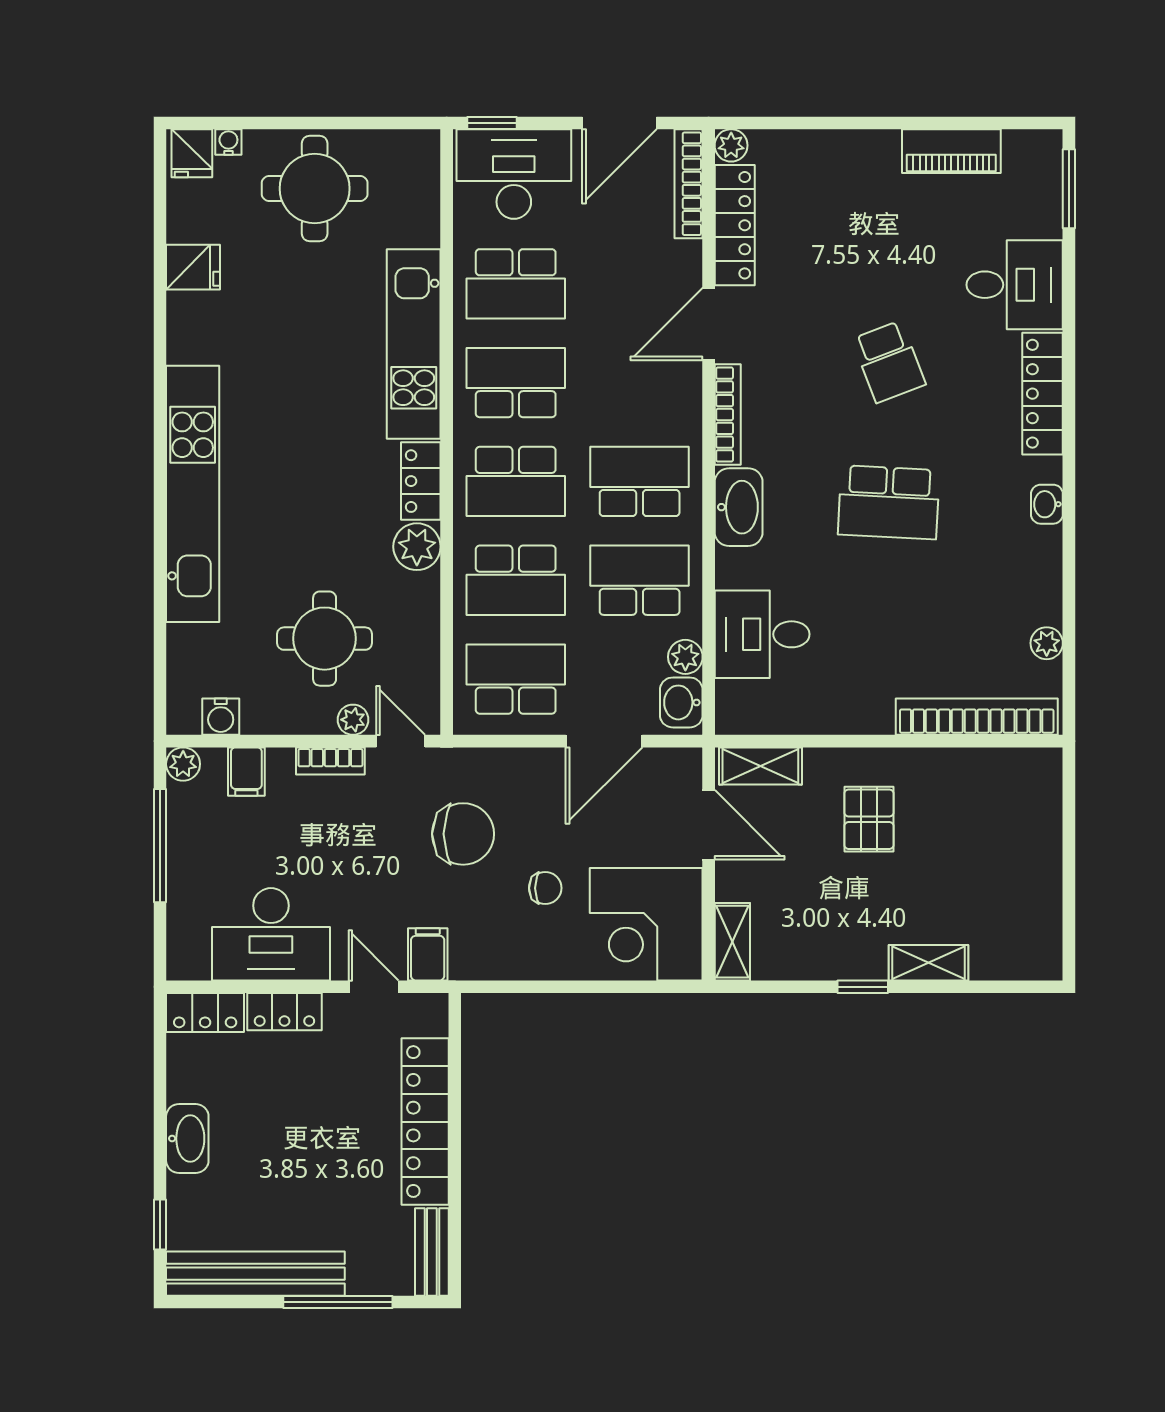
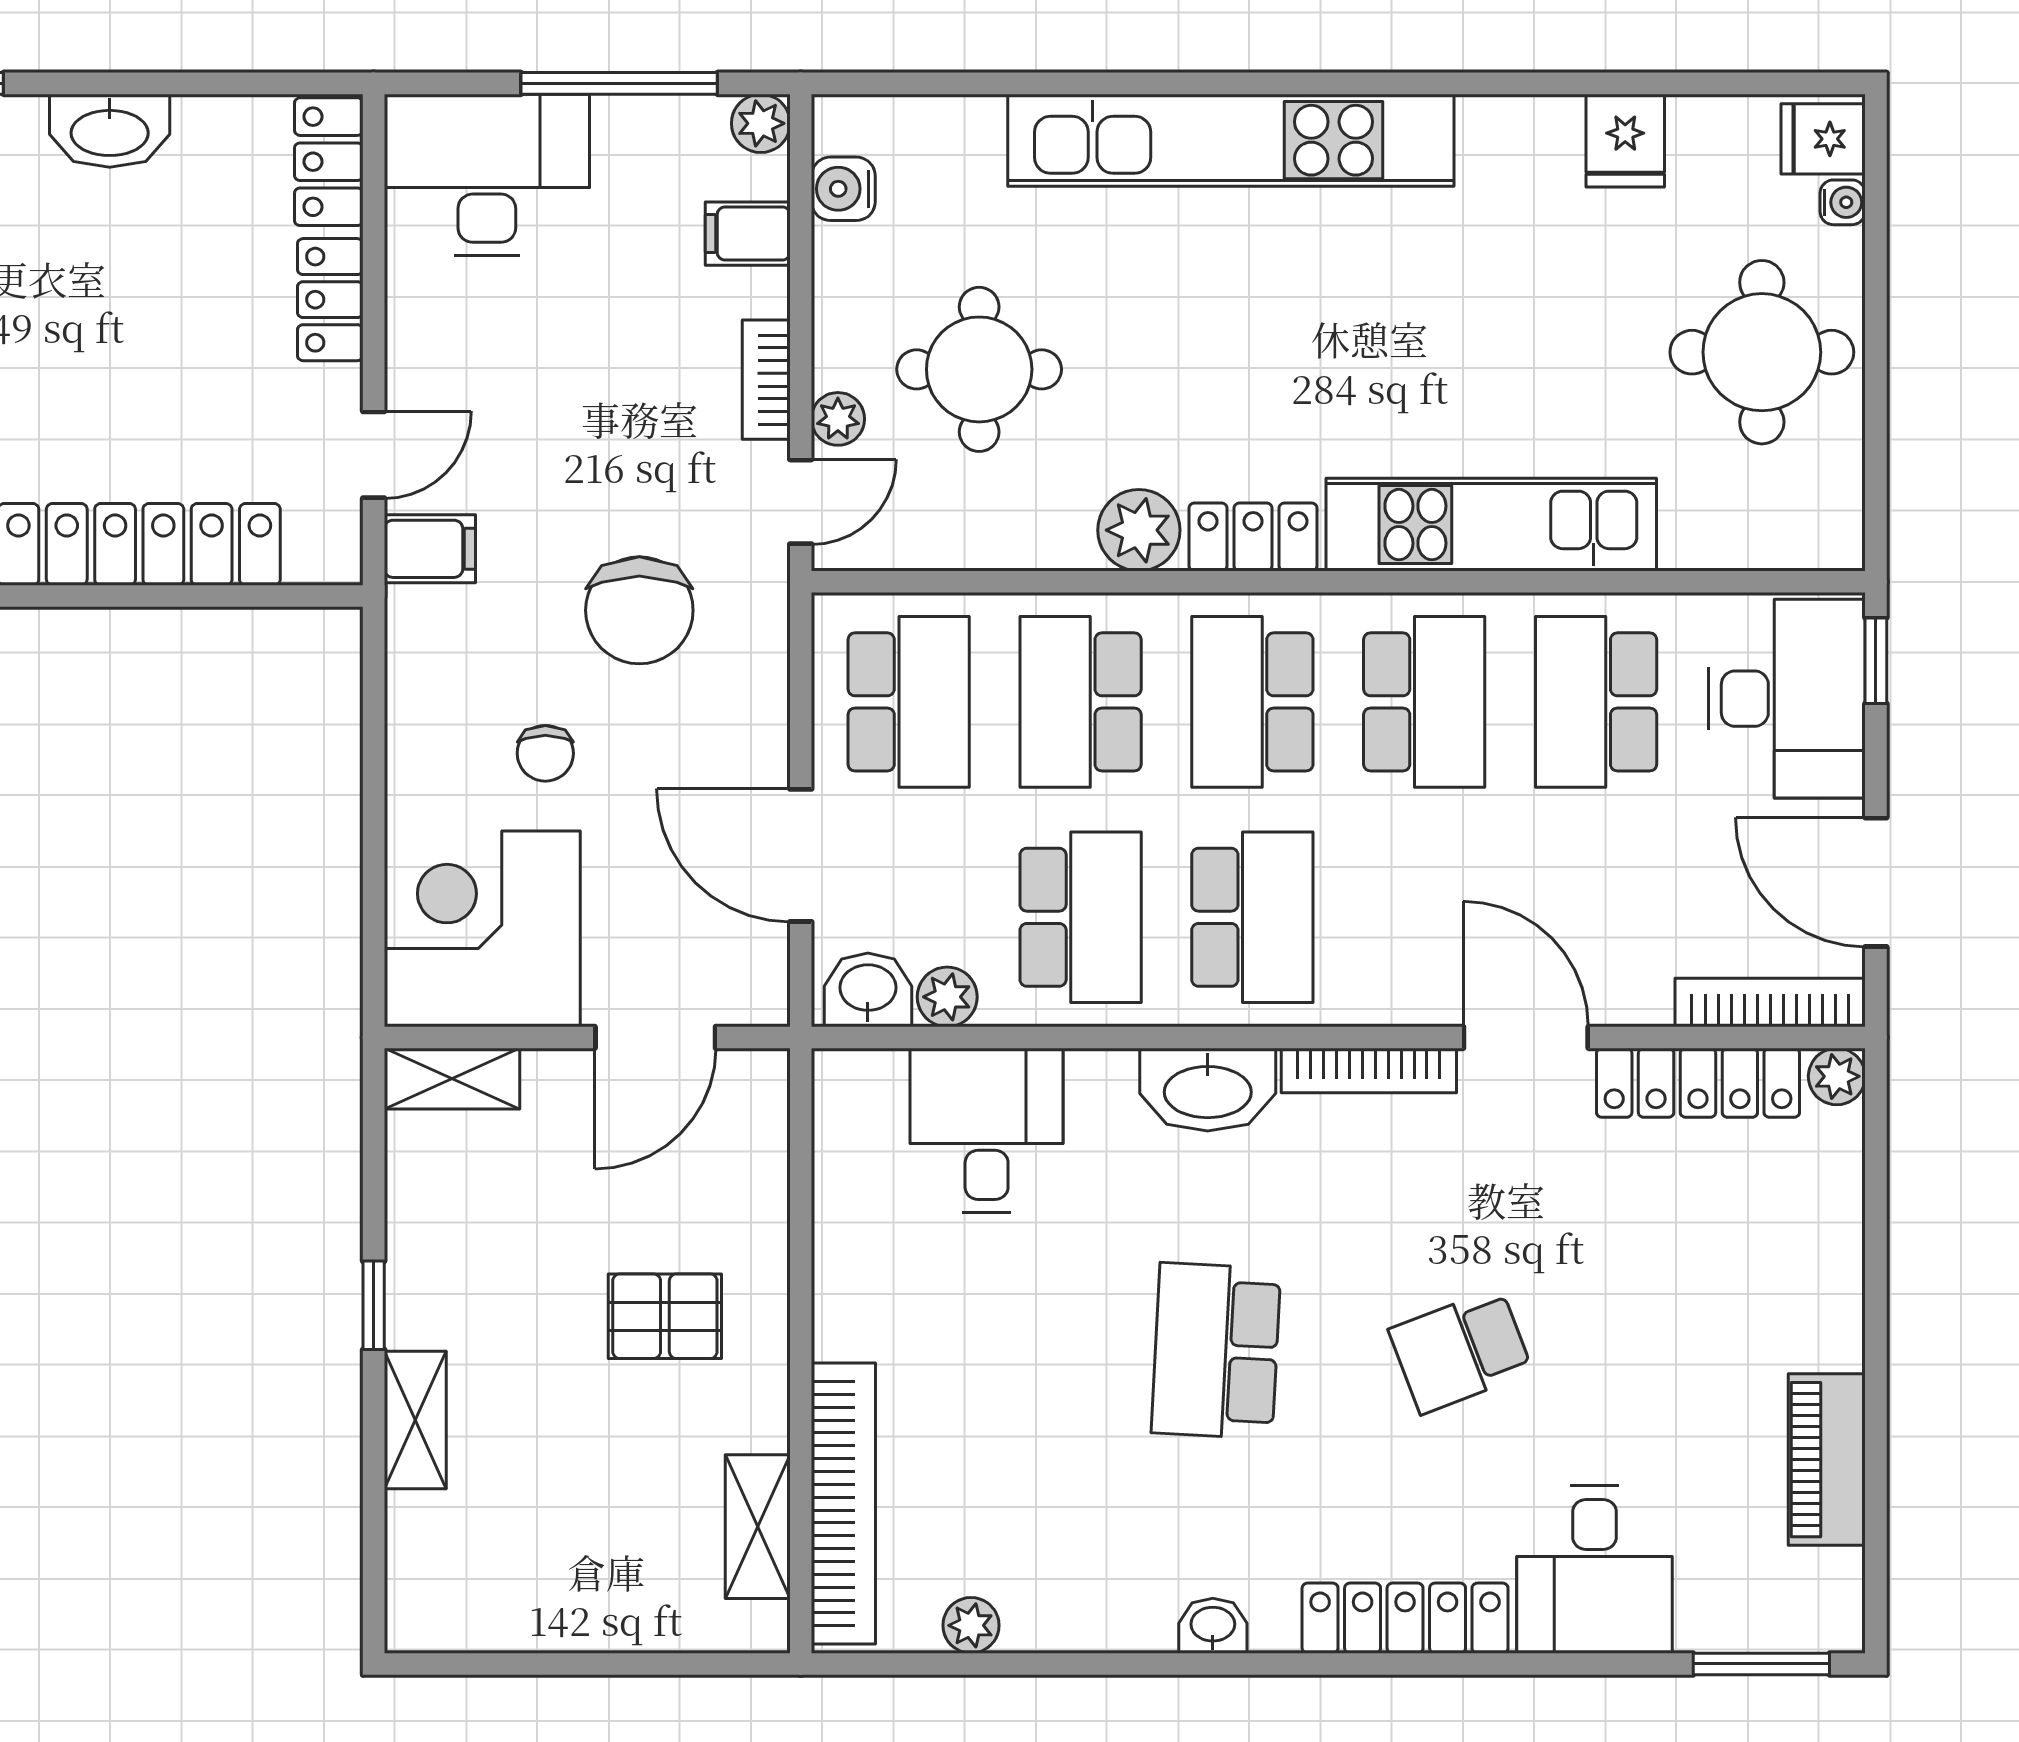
shelving: (760, 766) -> (758, 1527), moved
desk: (271, 934) -> (487, 175), moved, turned 90

